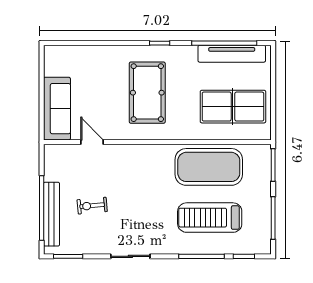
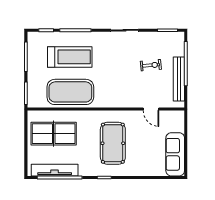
sofa: (57, 109) -> (175, 154), moved
bench: (52, 214) -> (179, 79), moved

